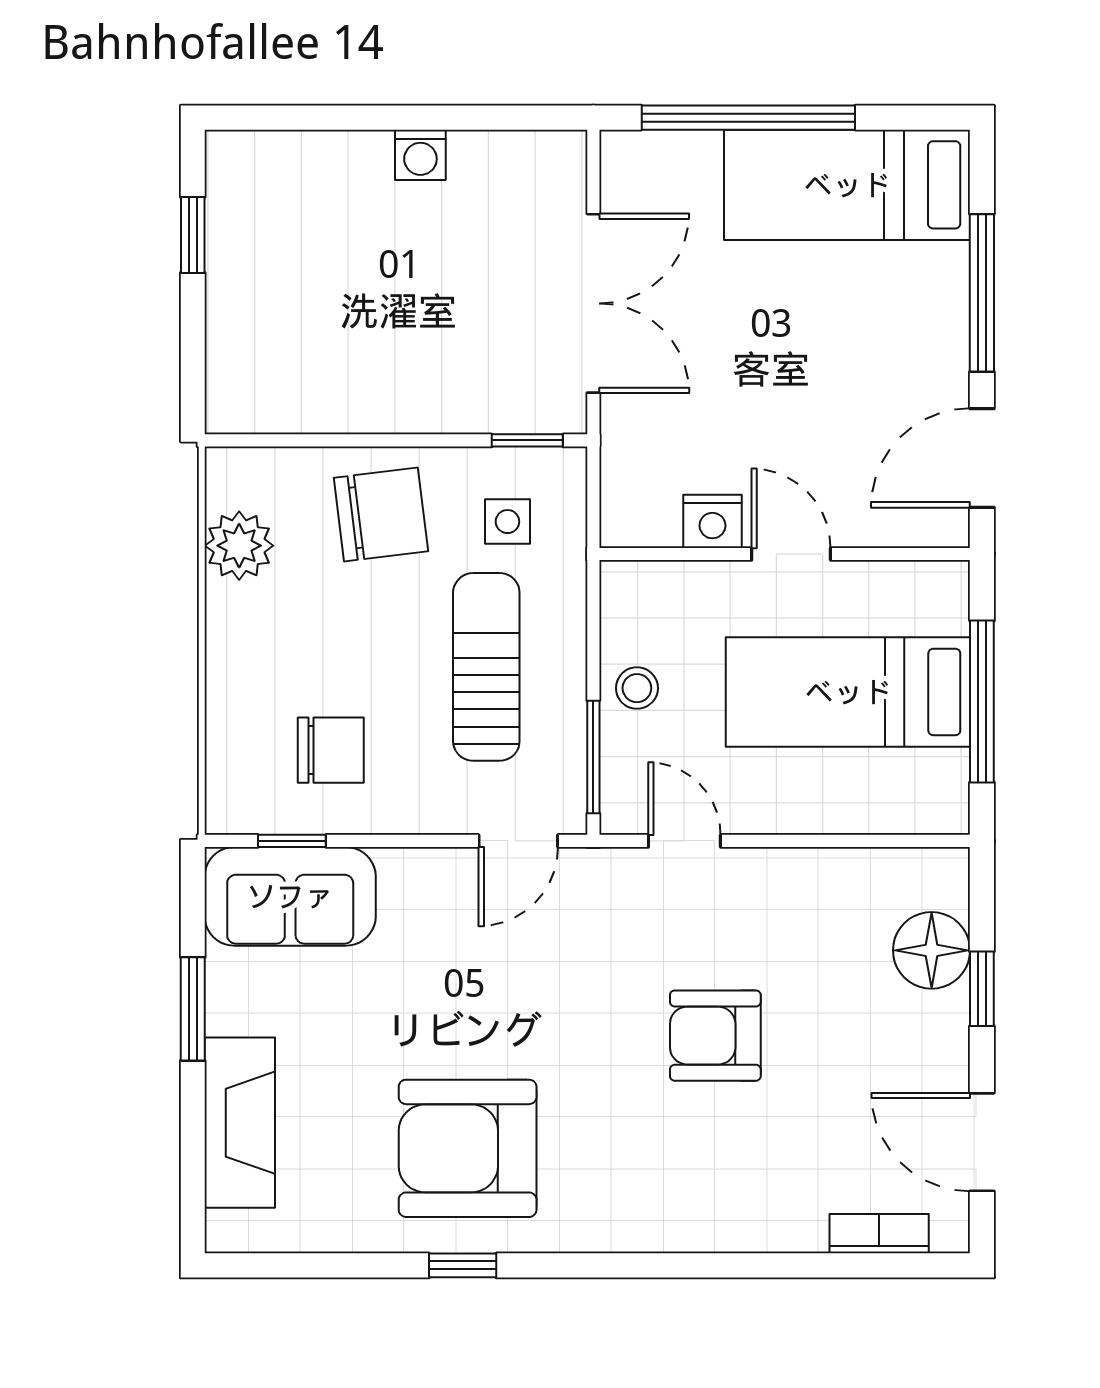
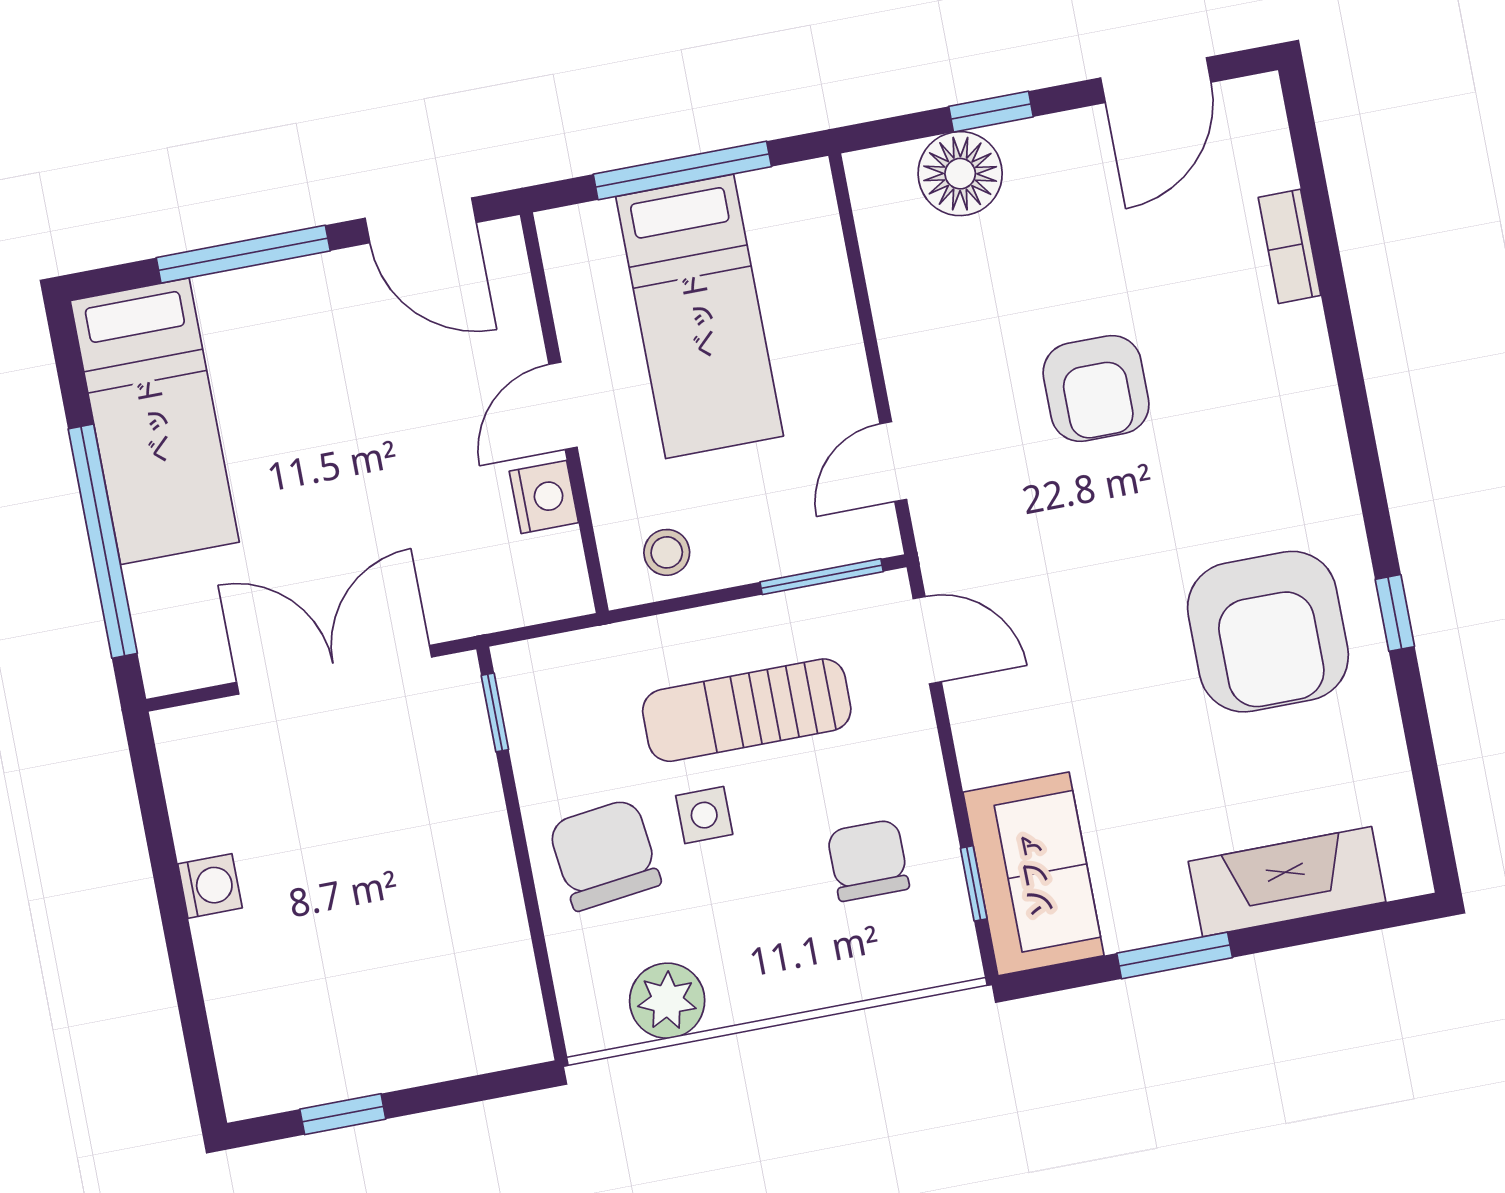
side table: (507, 522) -> (704, 815), moved
stool: (637, 688) -> (667, 552), moved
bookcase: (879, 1234) -> (1290, 246), moved

